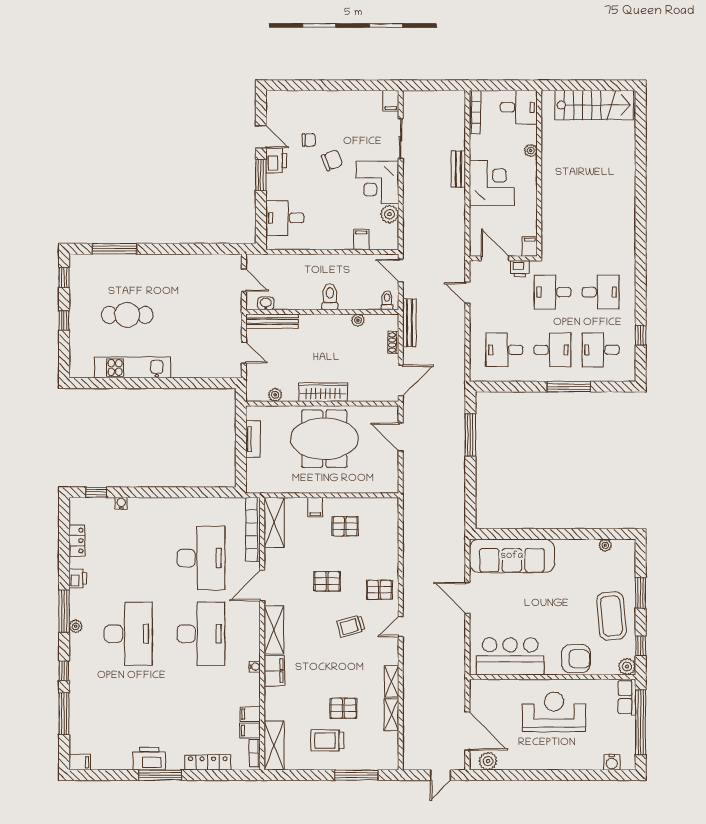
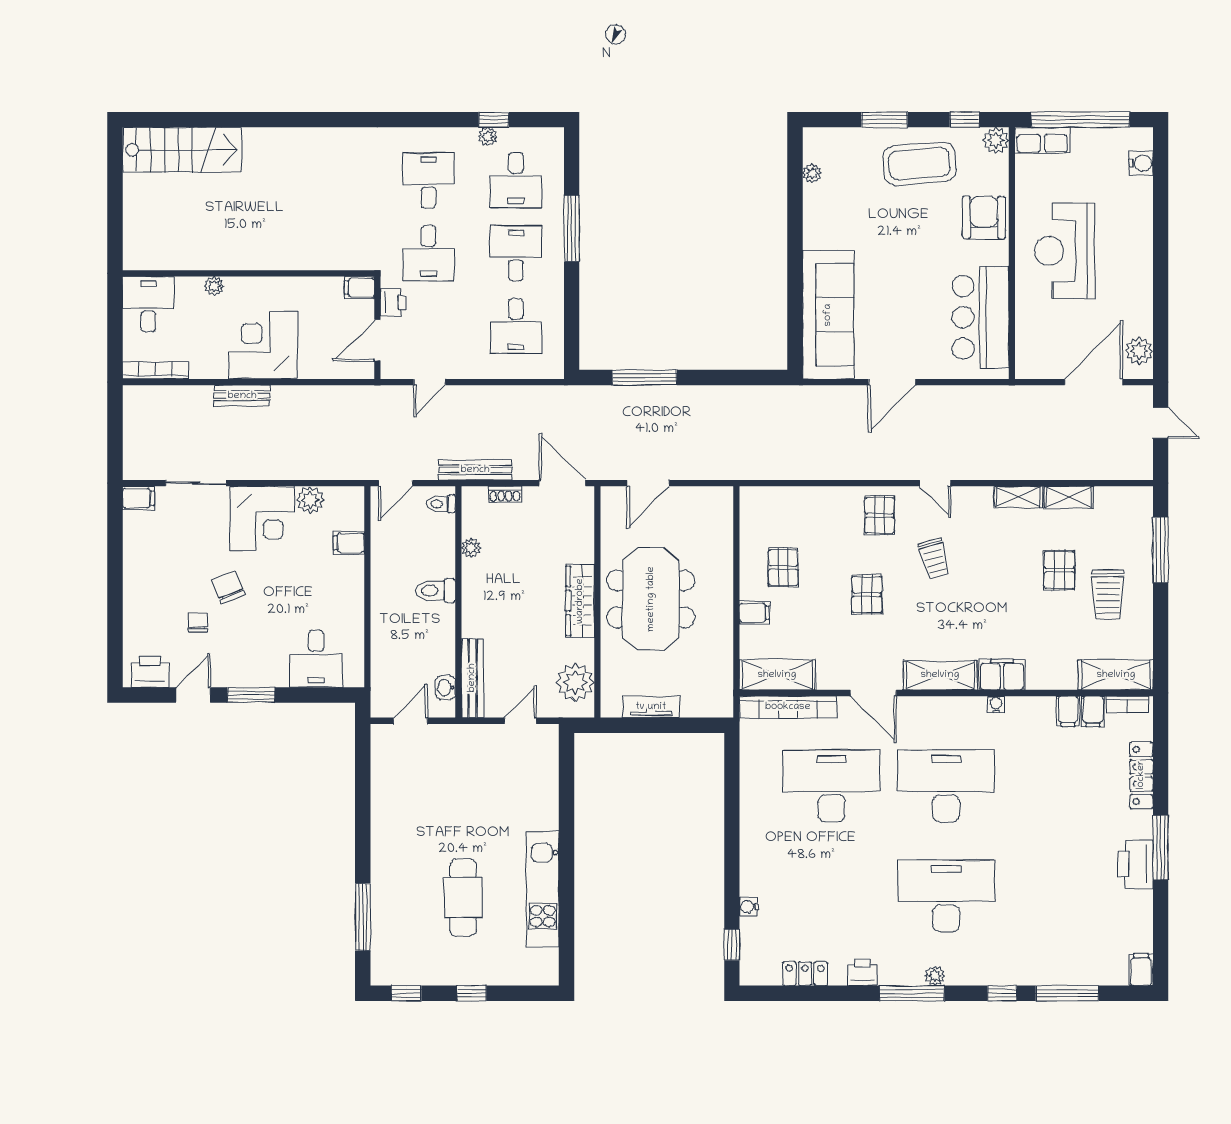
stairs: (594, 105) -> (182, 150), moved, turned 90
printer: (276, 161) -> (150, 672), moved
plant: (629, 331) -> (488, 137), added
plant: (275, 395) -> (575, 682), width x1.88, depth x1.88

